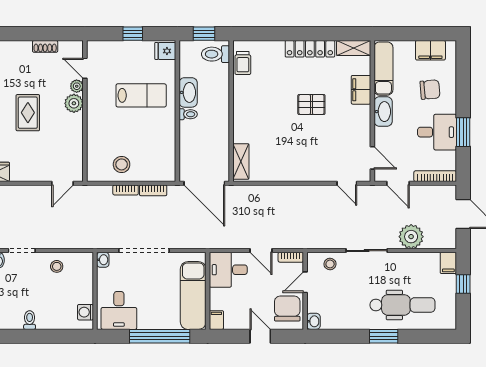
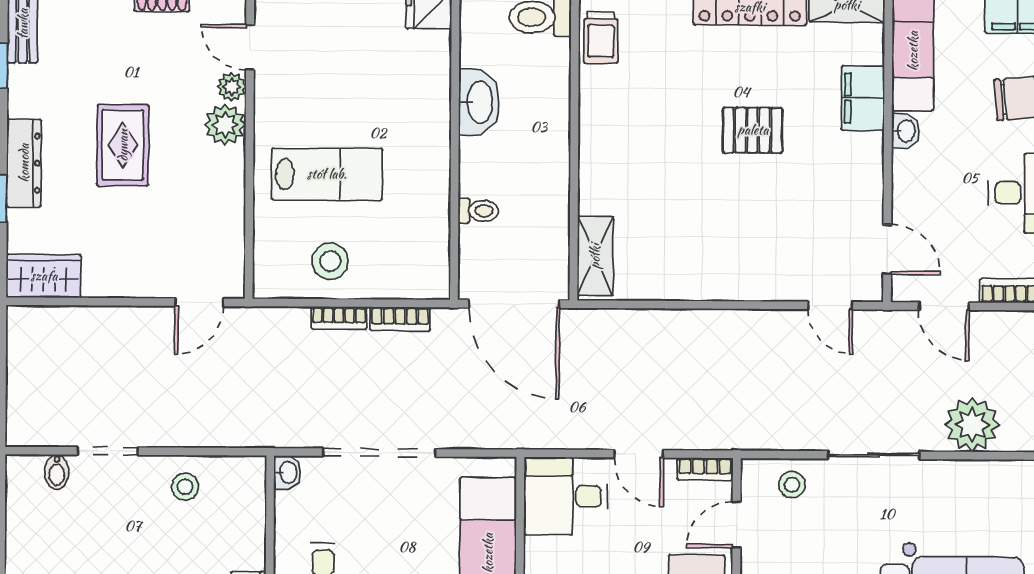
lab bench: (141, 95) -> (327, 174), moved
washbasin: (383, 112) -> (906, 131), width x0.52, depth x0.69
toilet: (188, 114) -> (478, 211), moved

